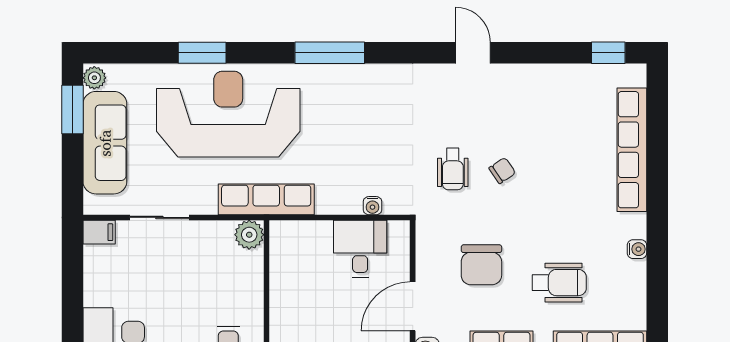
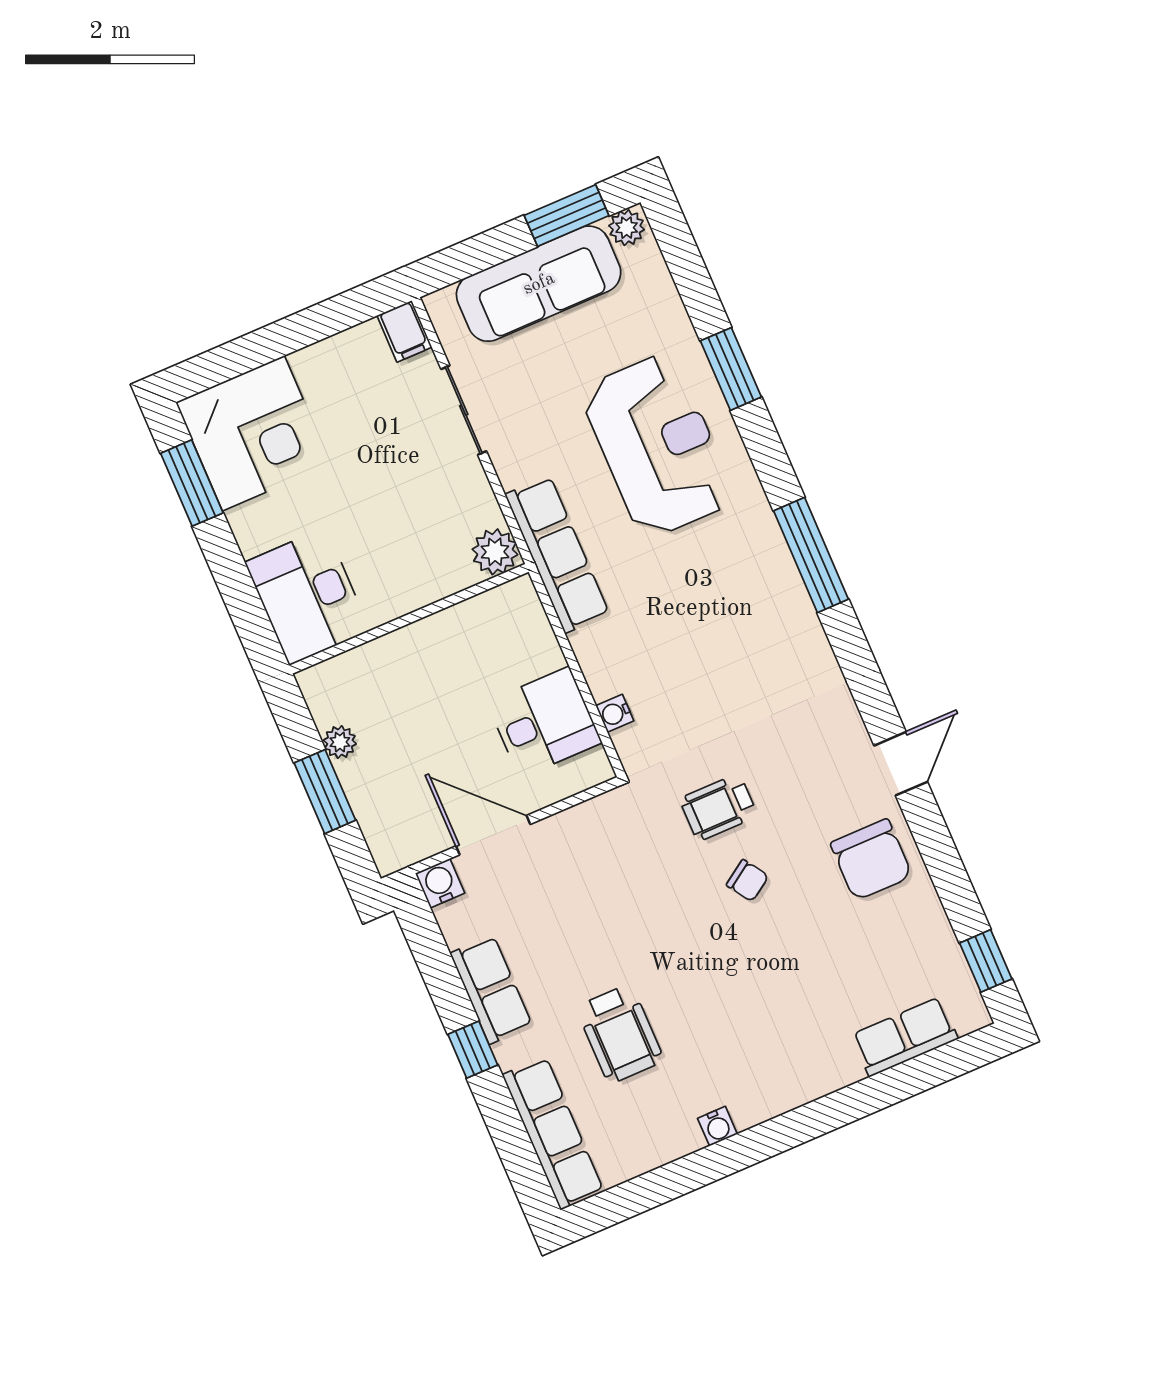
reception desk: (228, 114) -> (658, 445), width x0.74, depth x0.77
row of seats: (632, 150) -> (905, 1037), width x0.50
chair: (481, 265) -> (871, 860), moved, turned -90

